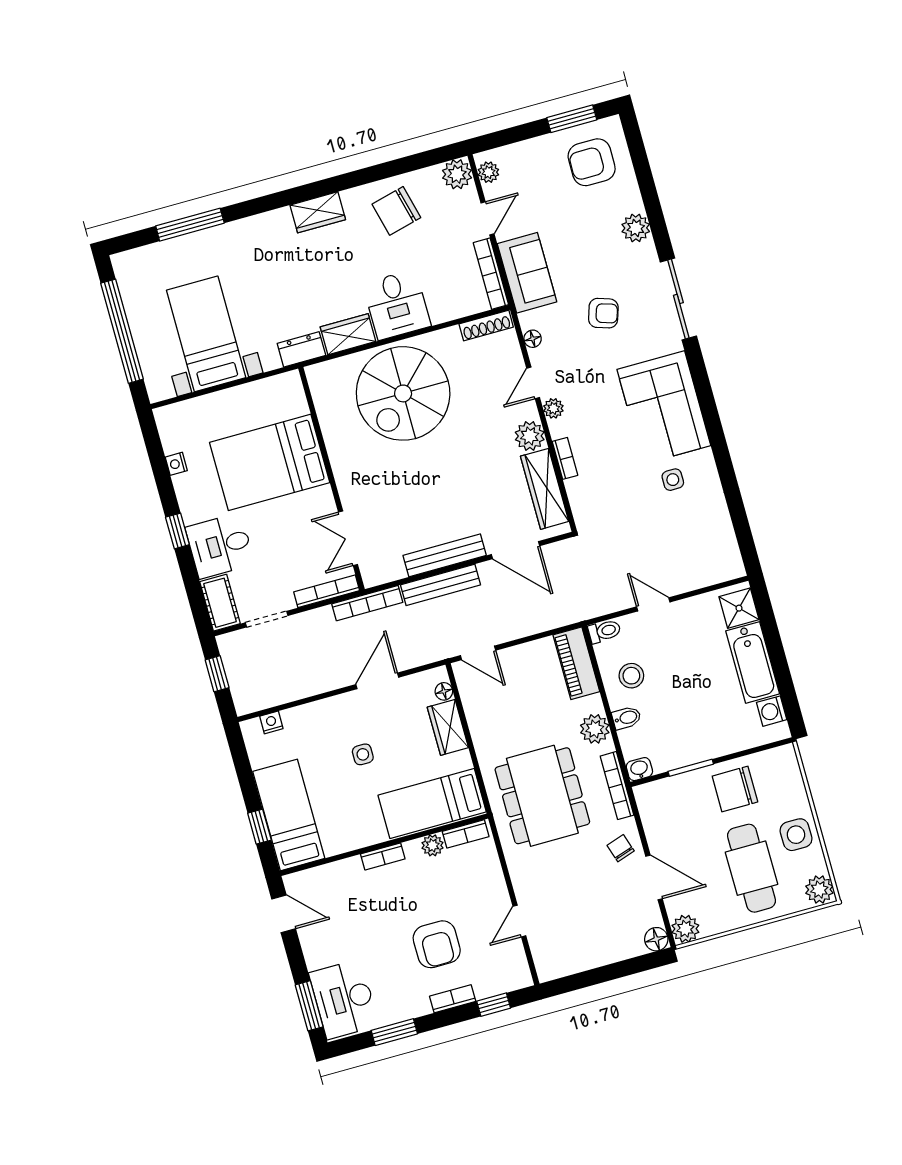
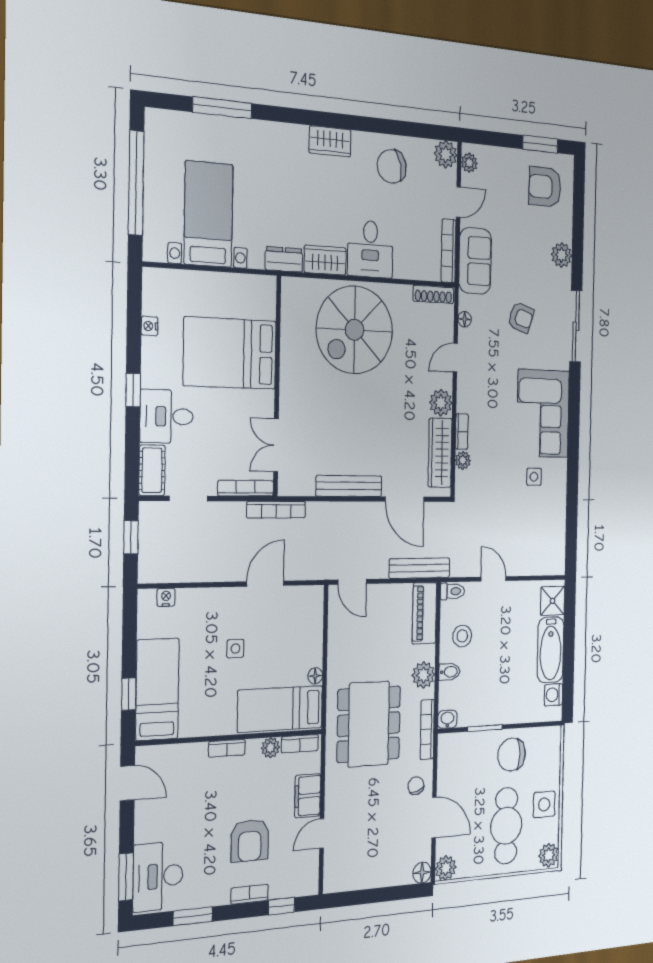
plant: (553, 408) -> (463, 460), moved
bench: (440, 585) -> (420, 568), moved
floor lamp: (444, 691) -> (315, 676), moved
wardrobe: (448, 727) -> (311, 642), removed
filing cabinet: (491, 885) -> (308, 796), added

